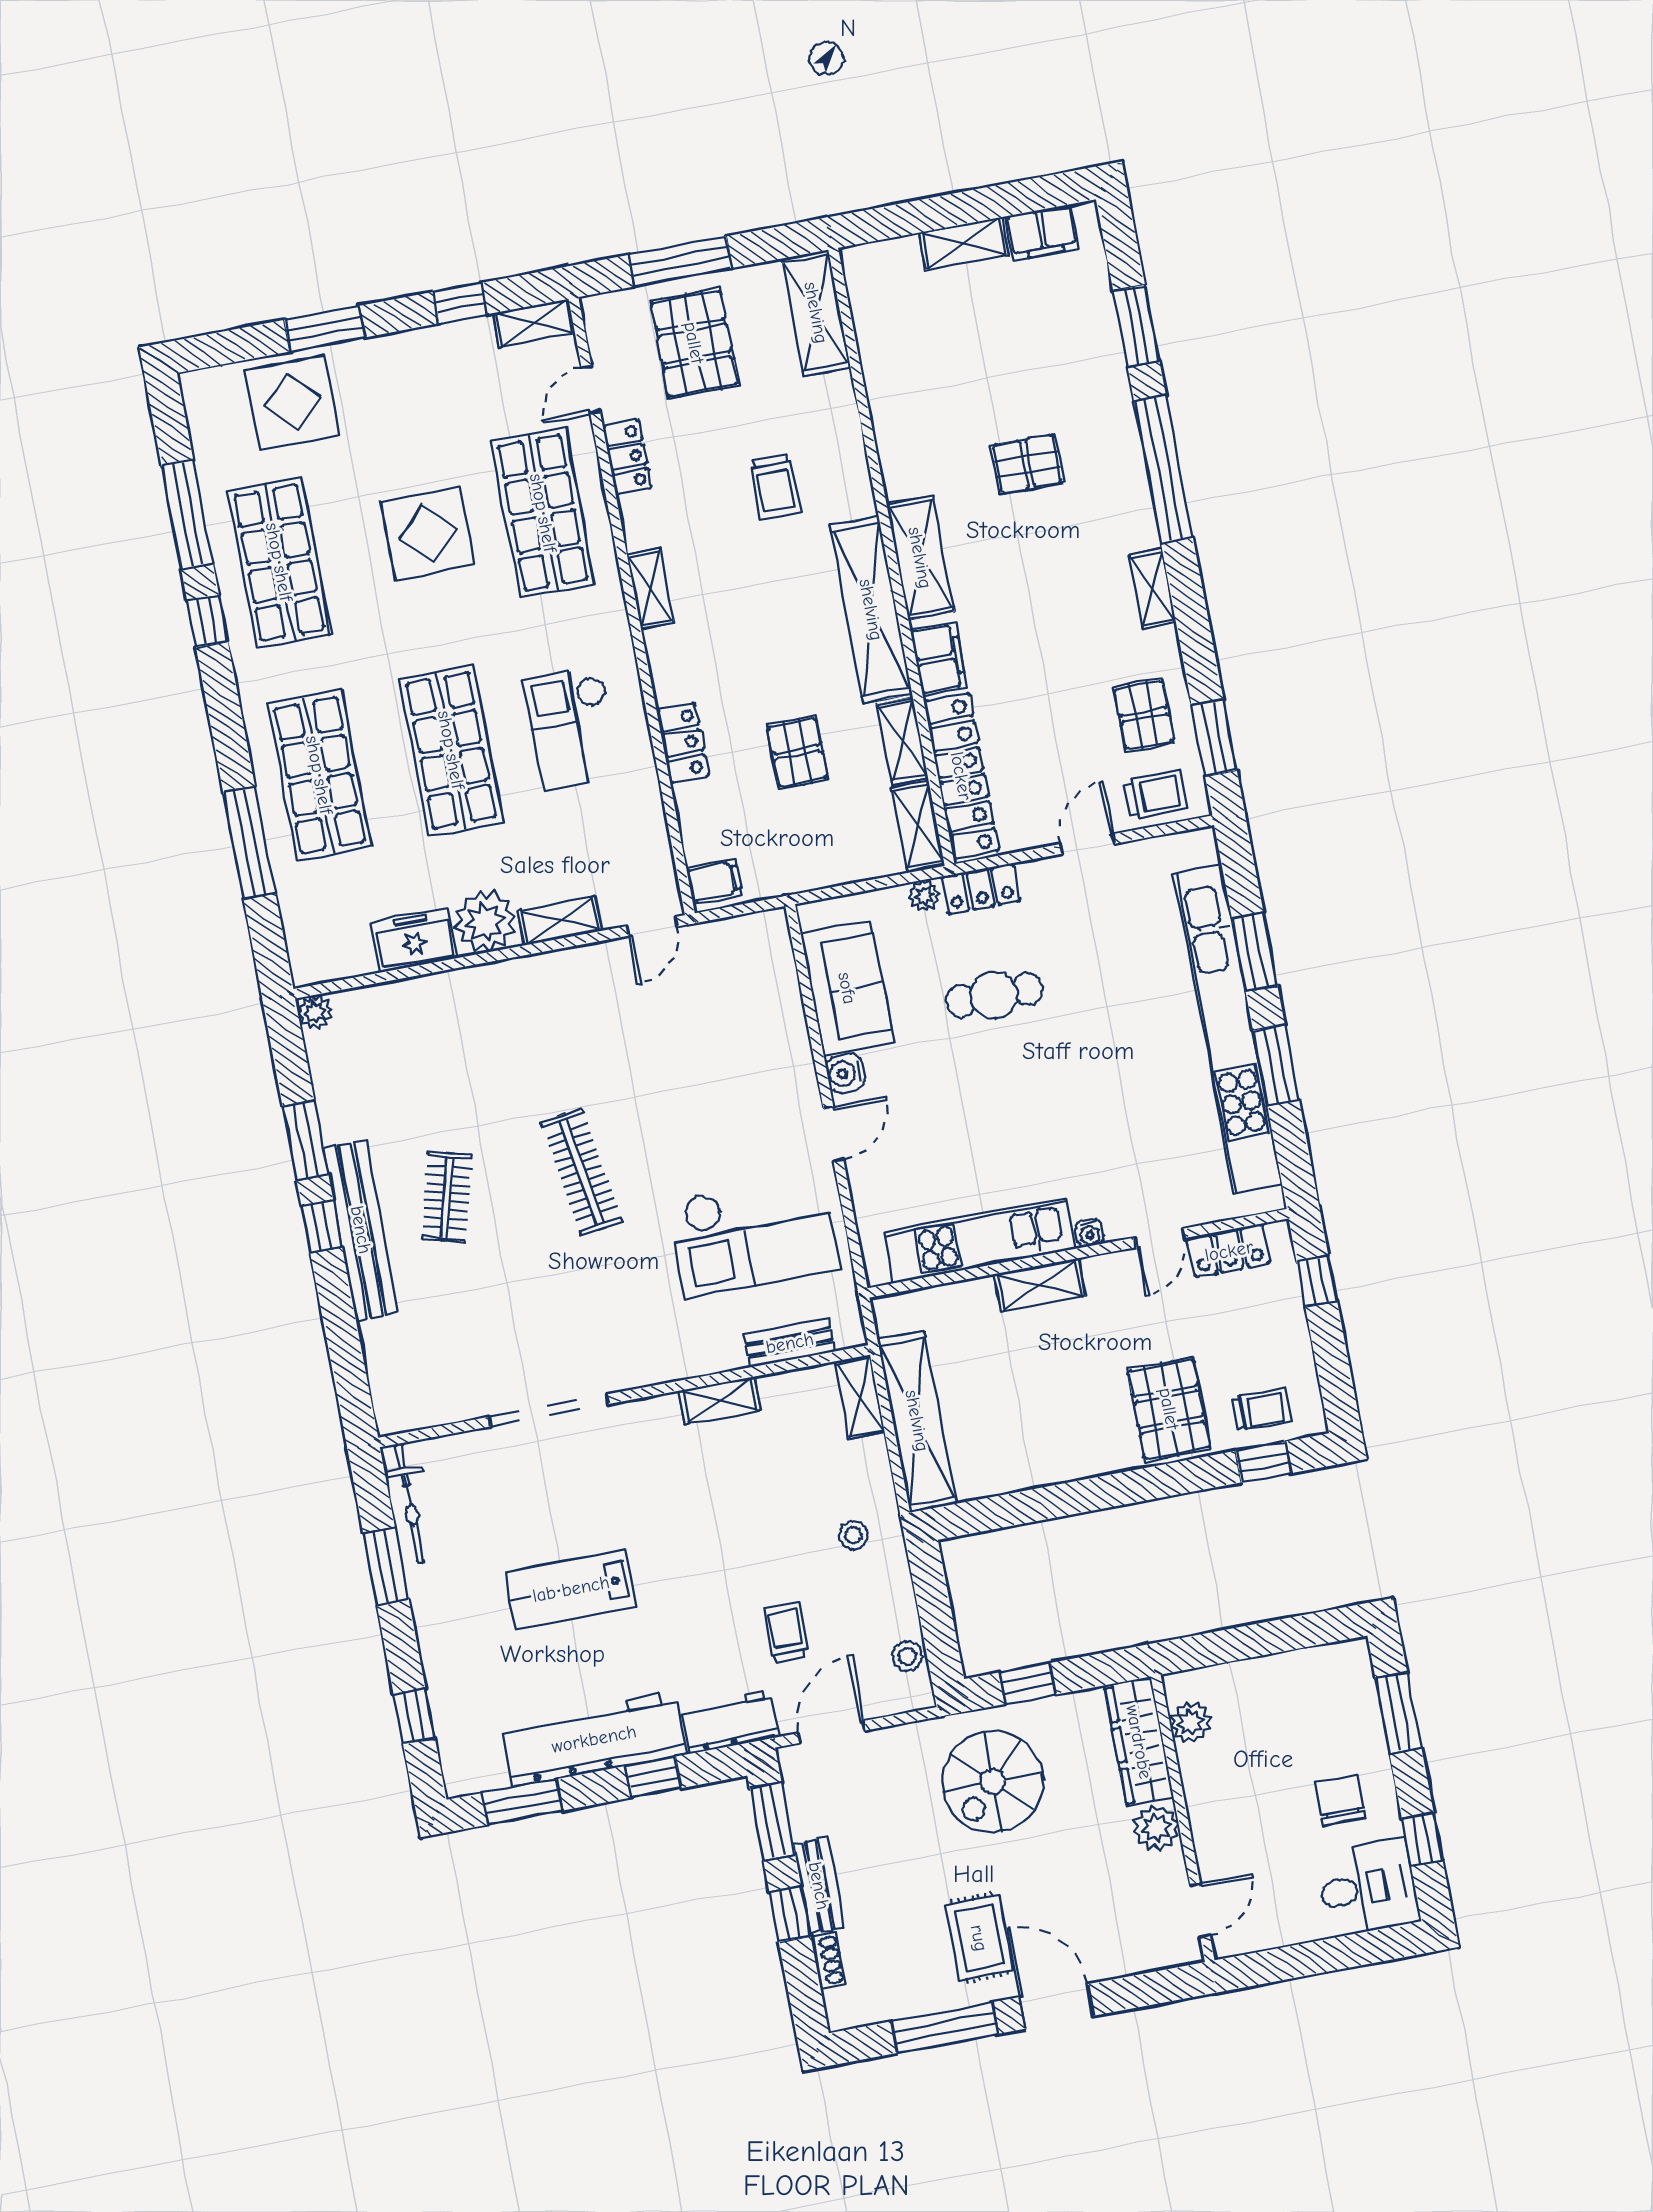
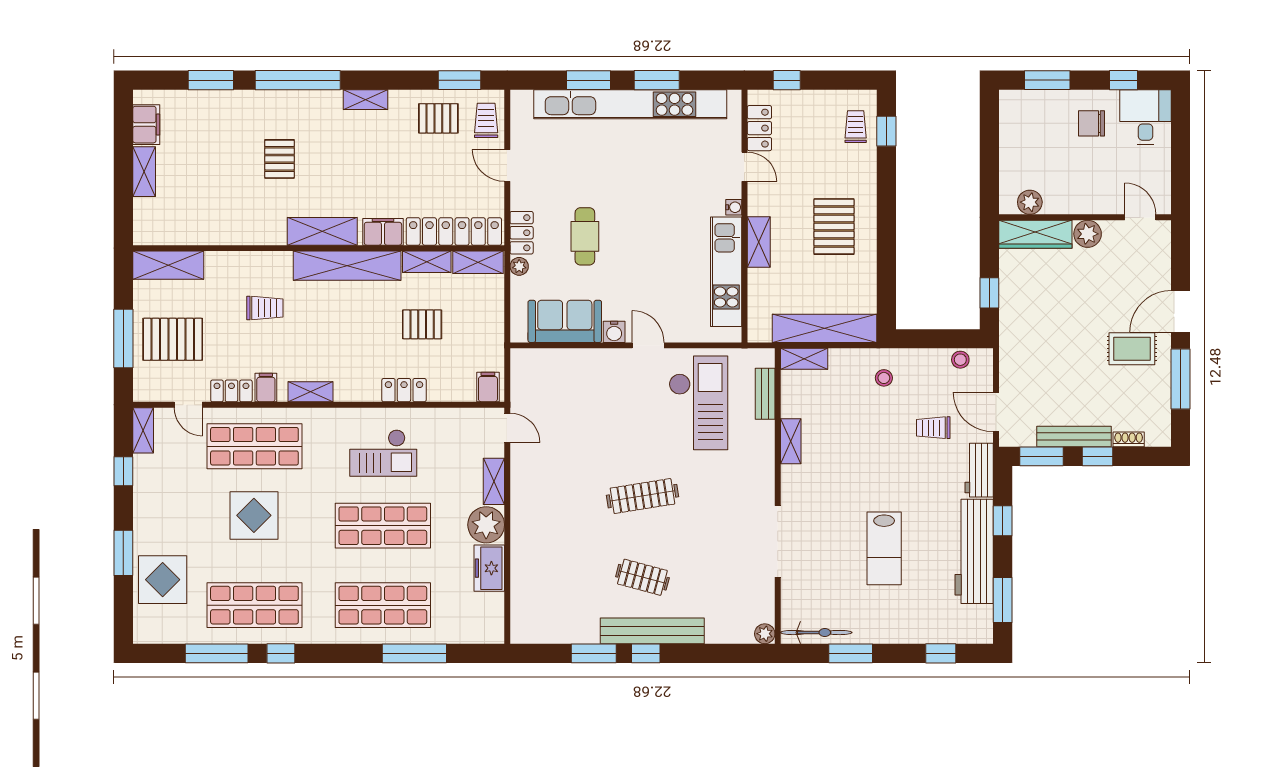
filing cabinet: (644, 513) -> (266, 387), added
plant: (315, 1012) -> (765, 634), moved
pallet: (1169, 1409) -> (834, 227), moved, turned 90
spiral stairs: (992, 1782) -> (1043, 324), removed
bench: (819, 1886) -> (1074, 437), width x1.36

